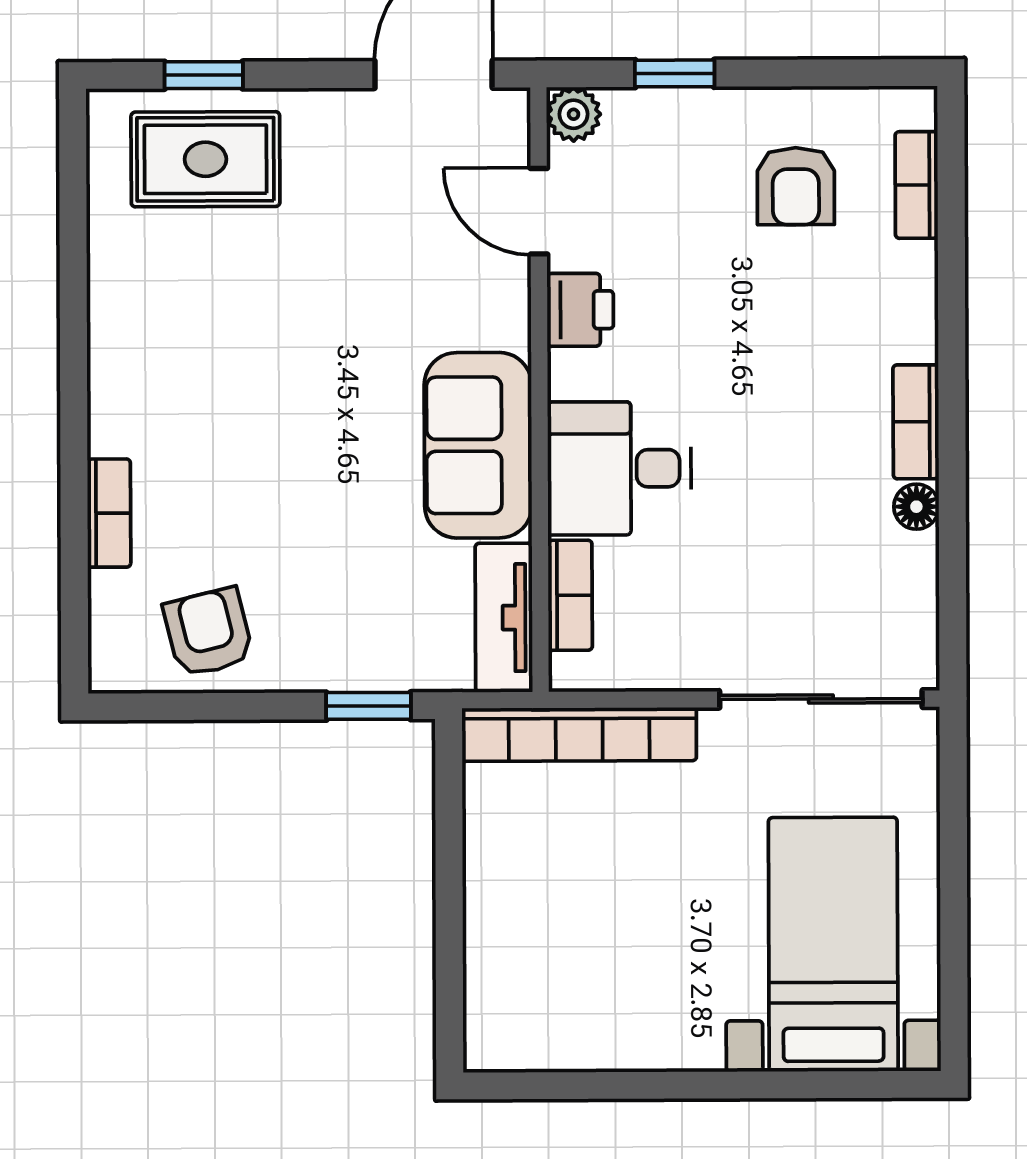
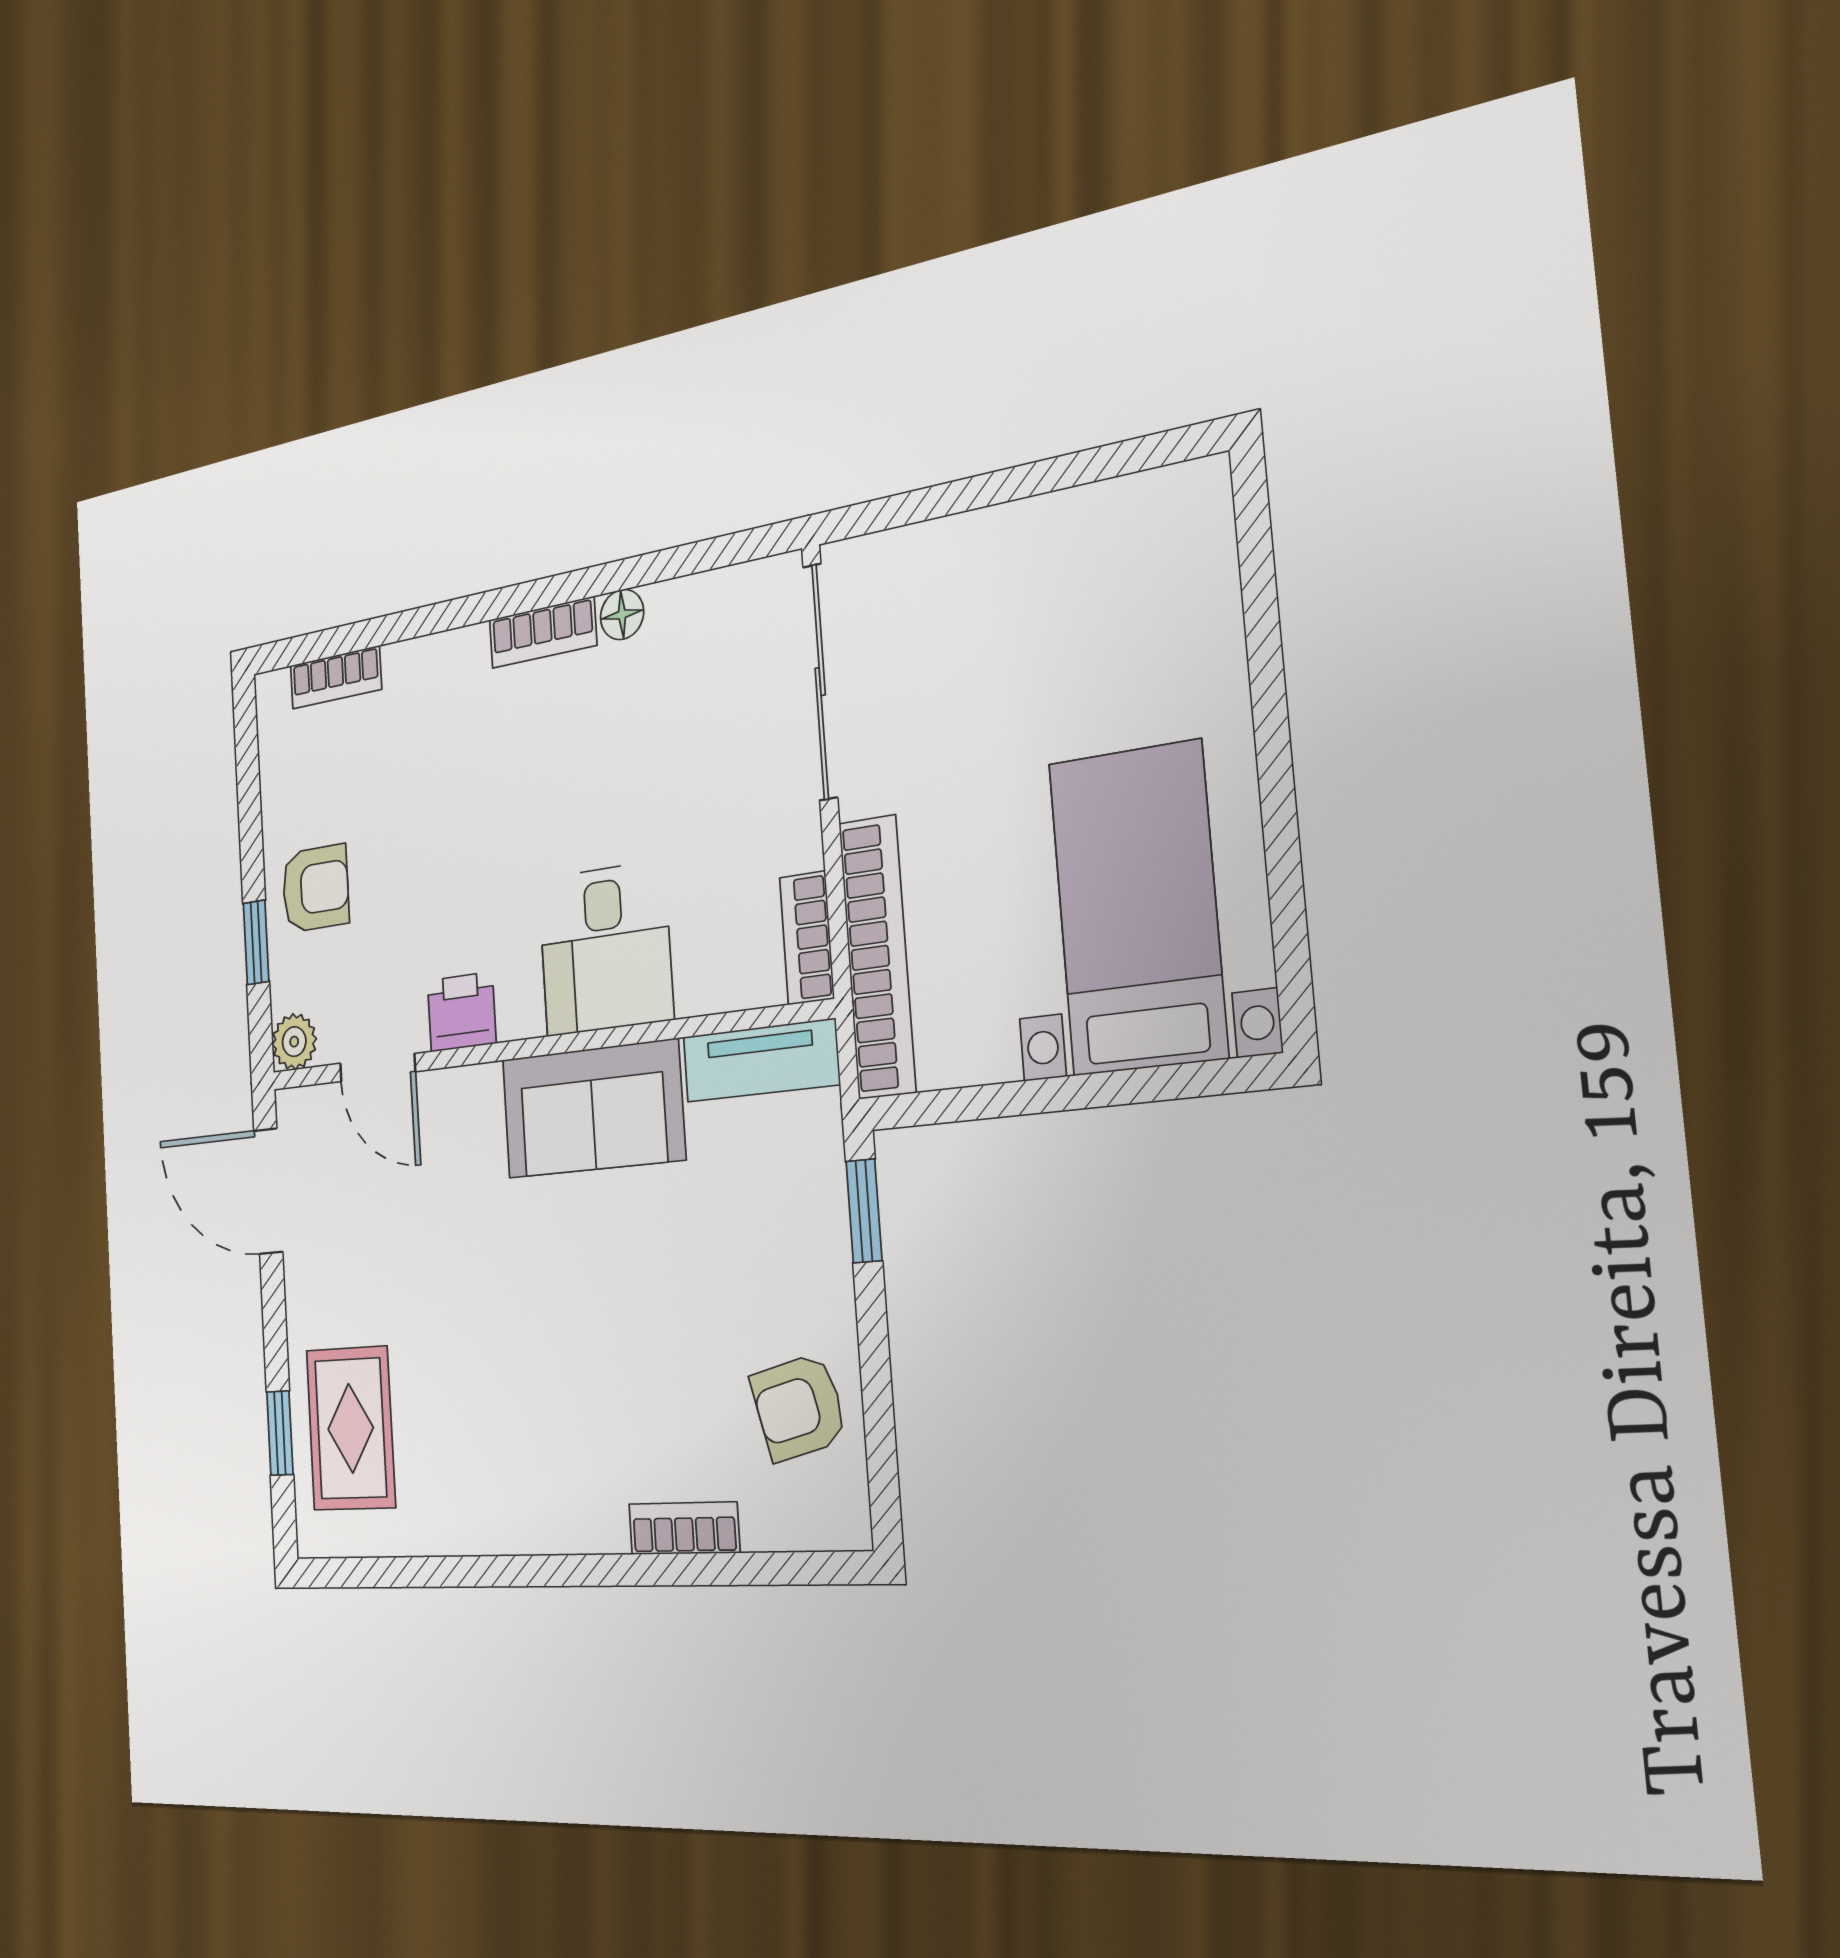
armchair: (796, 186) -> (315, 888), moved
door: (539, 211) -> (378, 1068), hinge flipped
bookcase: (570, 595) -> (807, 938), moved, turned -90
bed with nightstands: (833, 944) -> (1137, 908), moved, turned 90

